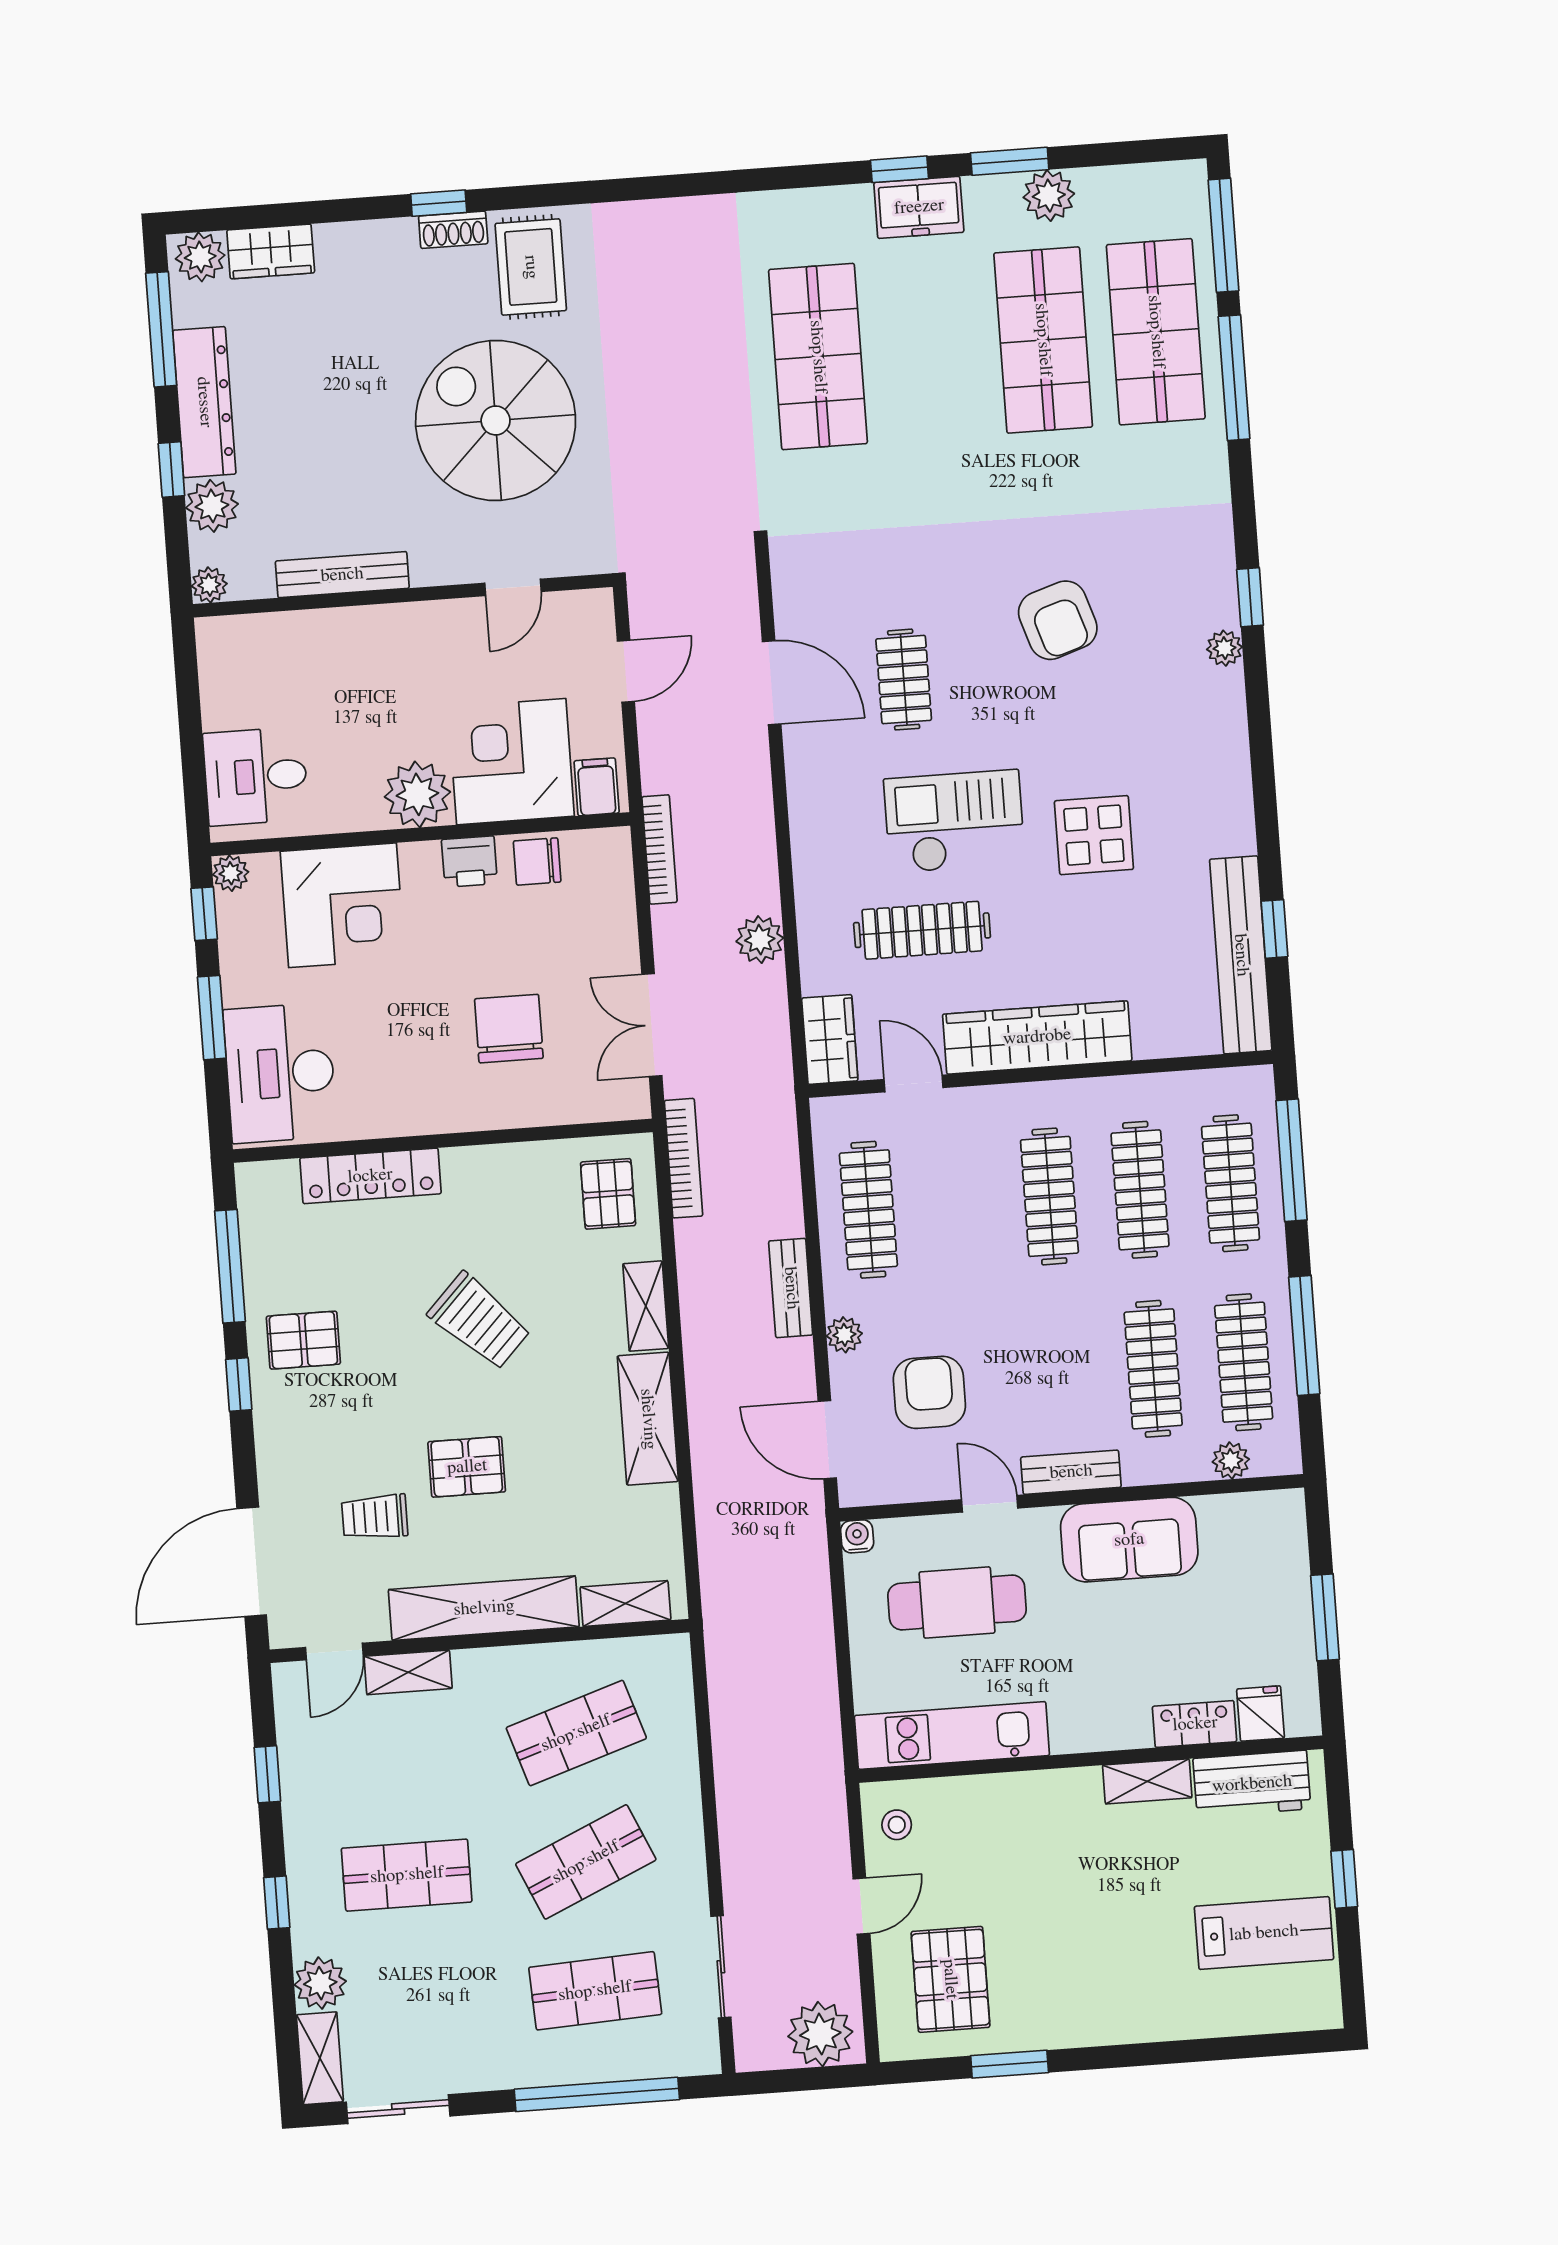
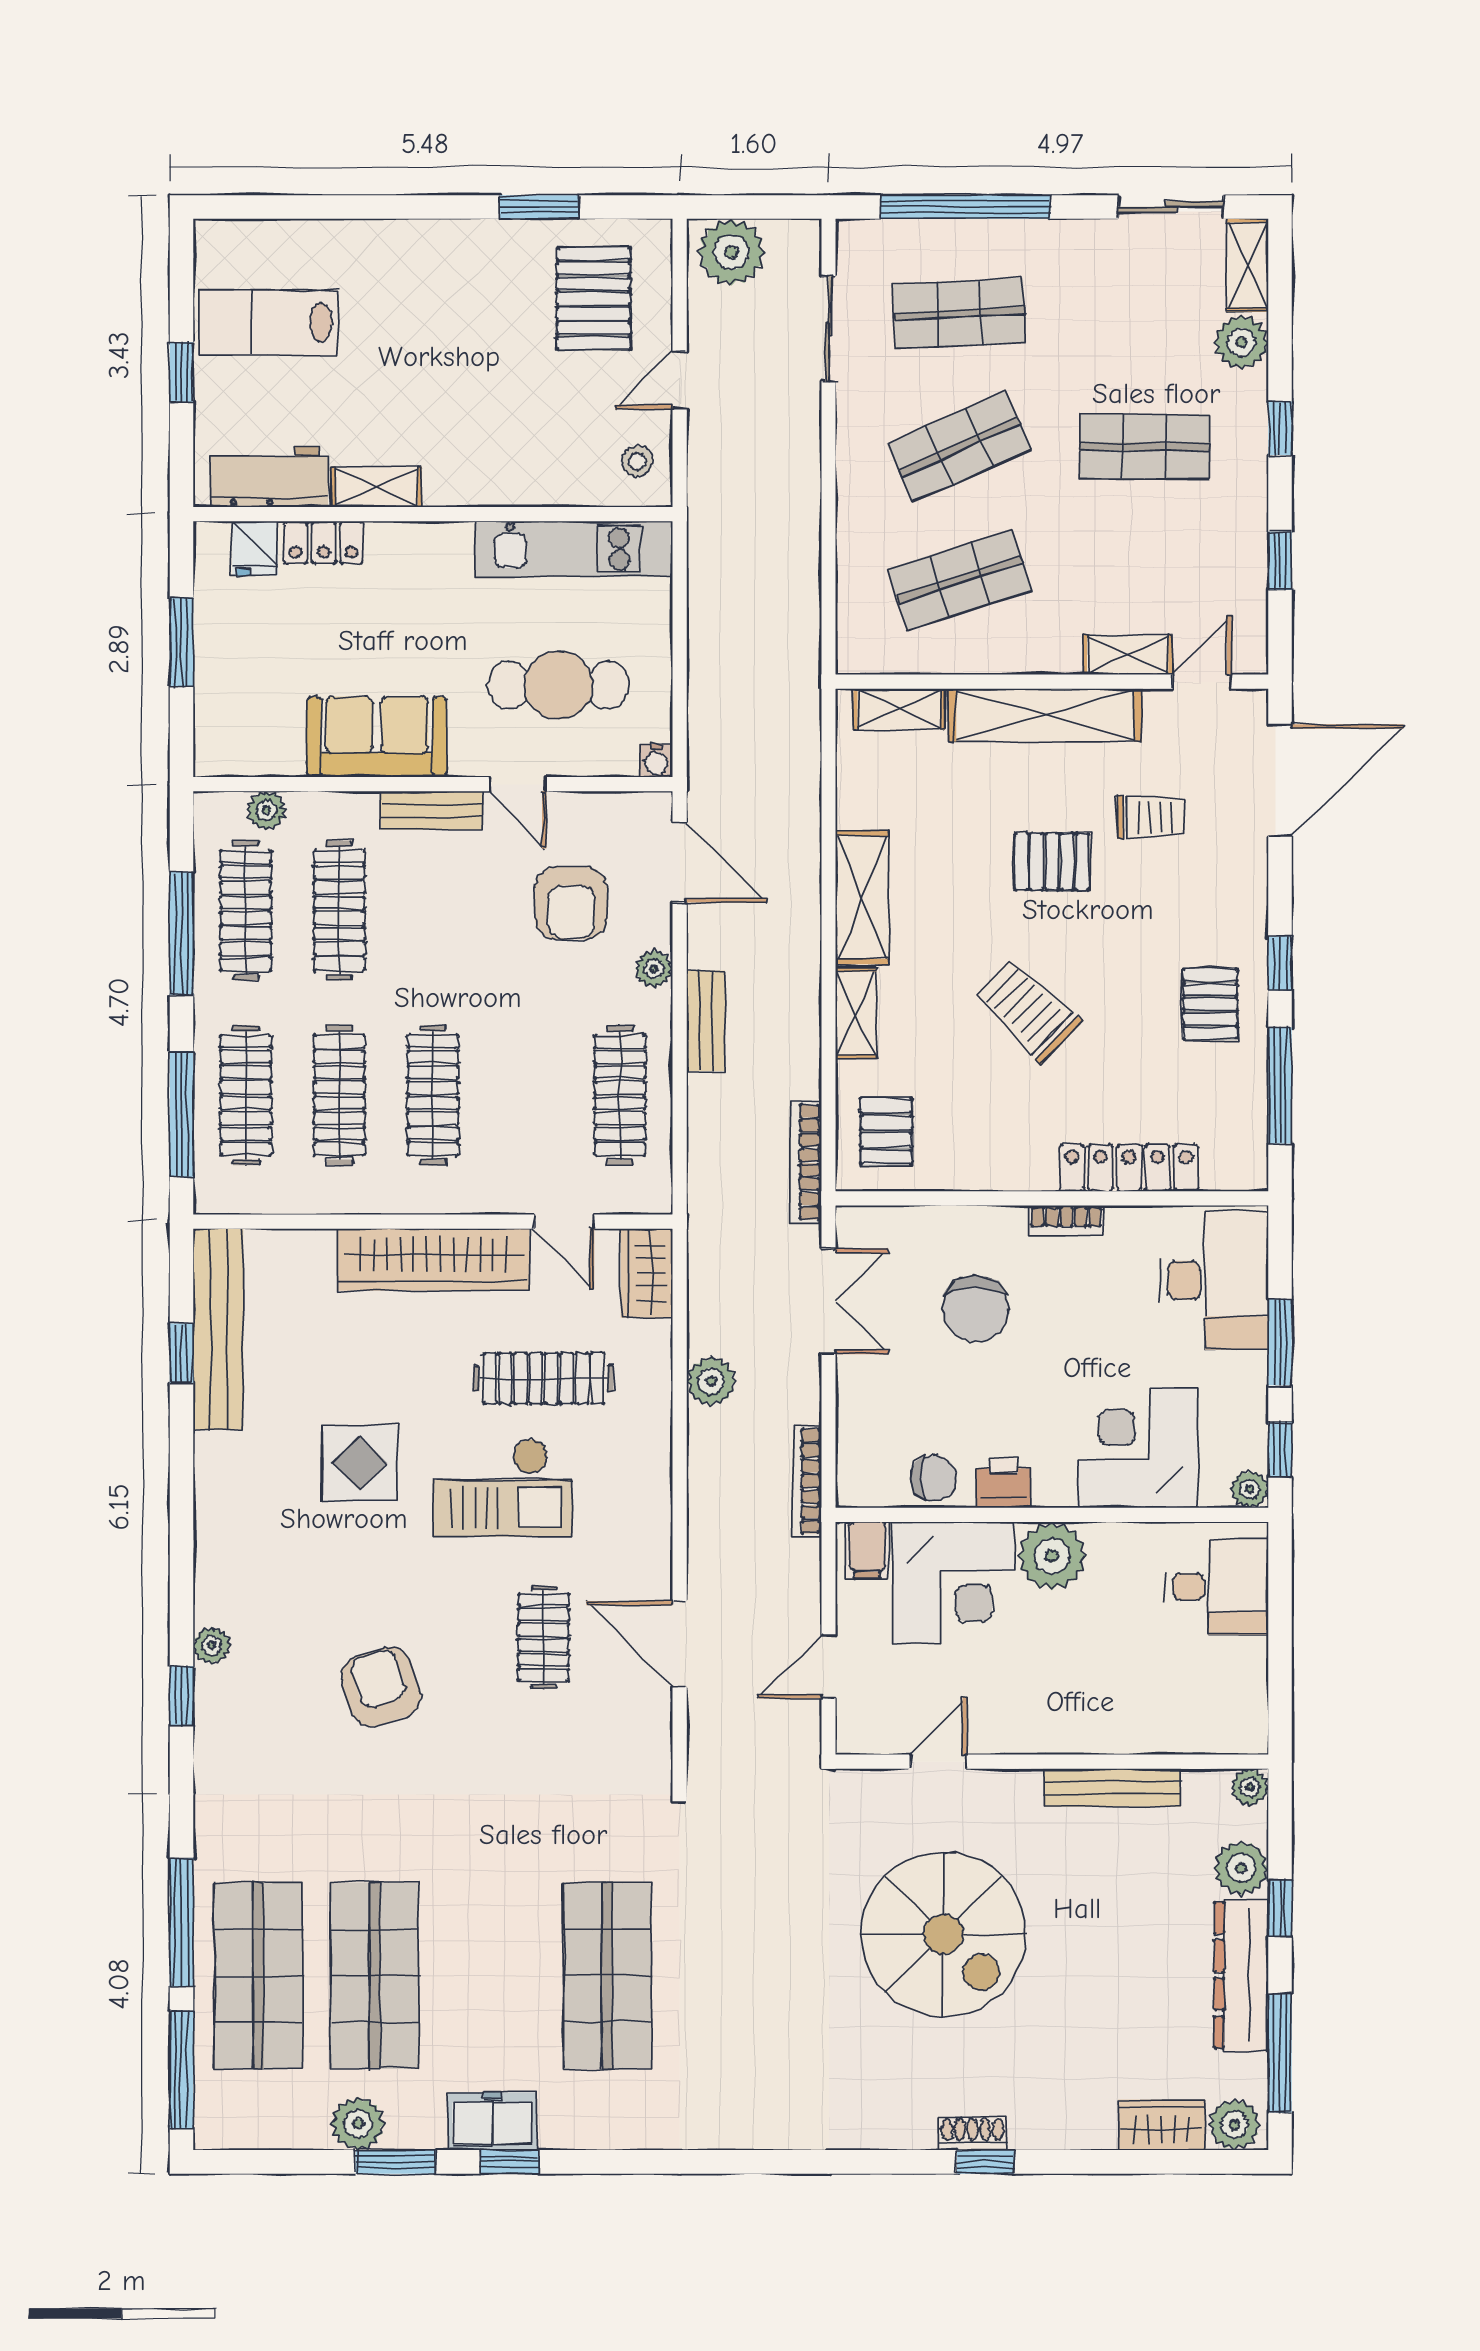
rug: (531, 267) -> (896, 2089), removed
bookcase: (427, 1121) -> (1066, 1220), added
pallet: (303, 1340) -> (1210, 1004), turned 90

